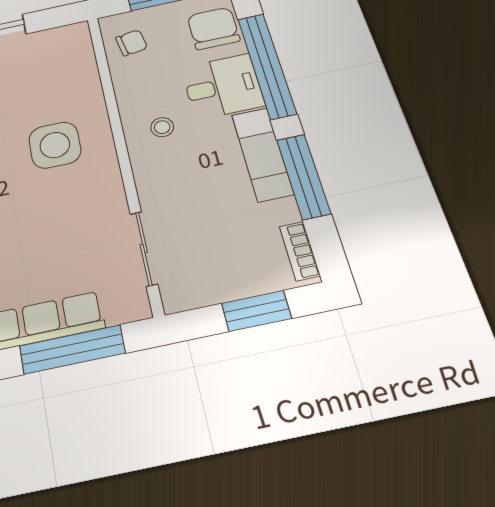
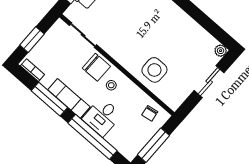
chair: (213, 28) -> (96, 67), moved
side table: (55, 145) -> (154, 70), moved

